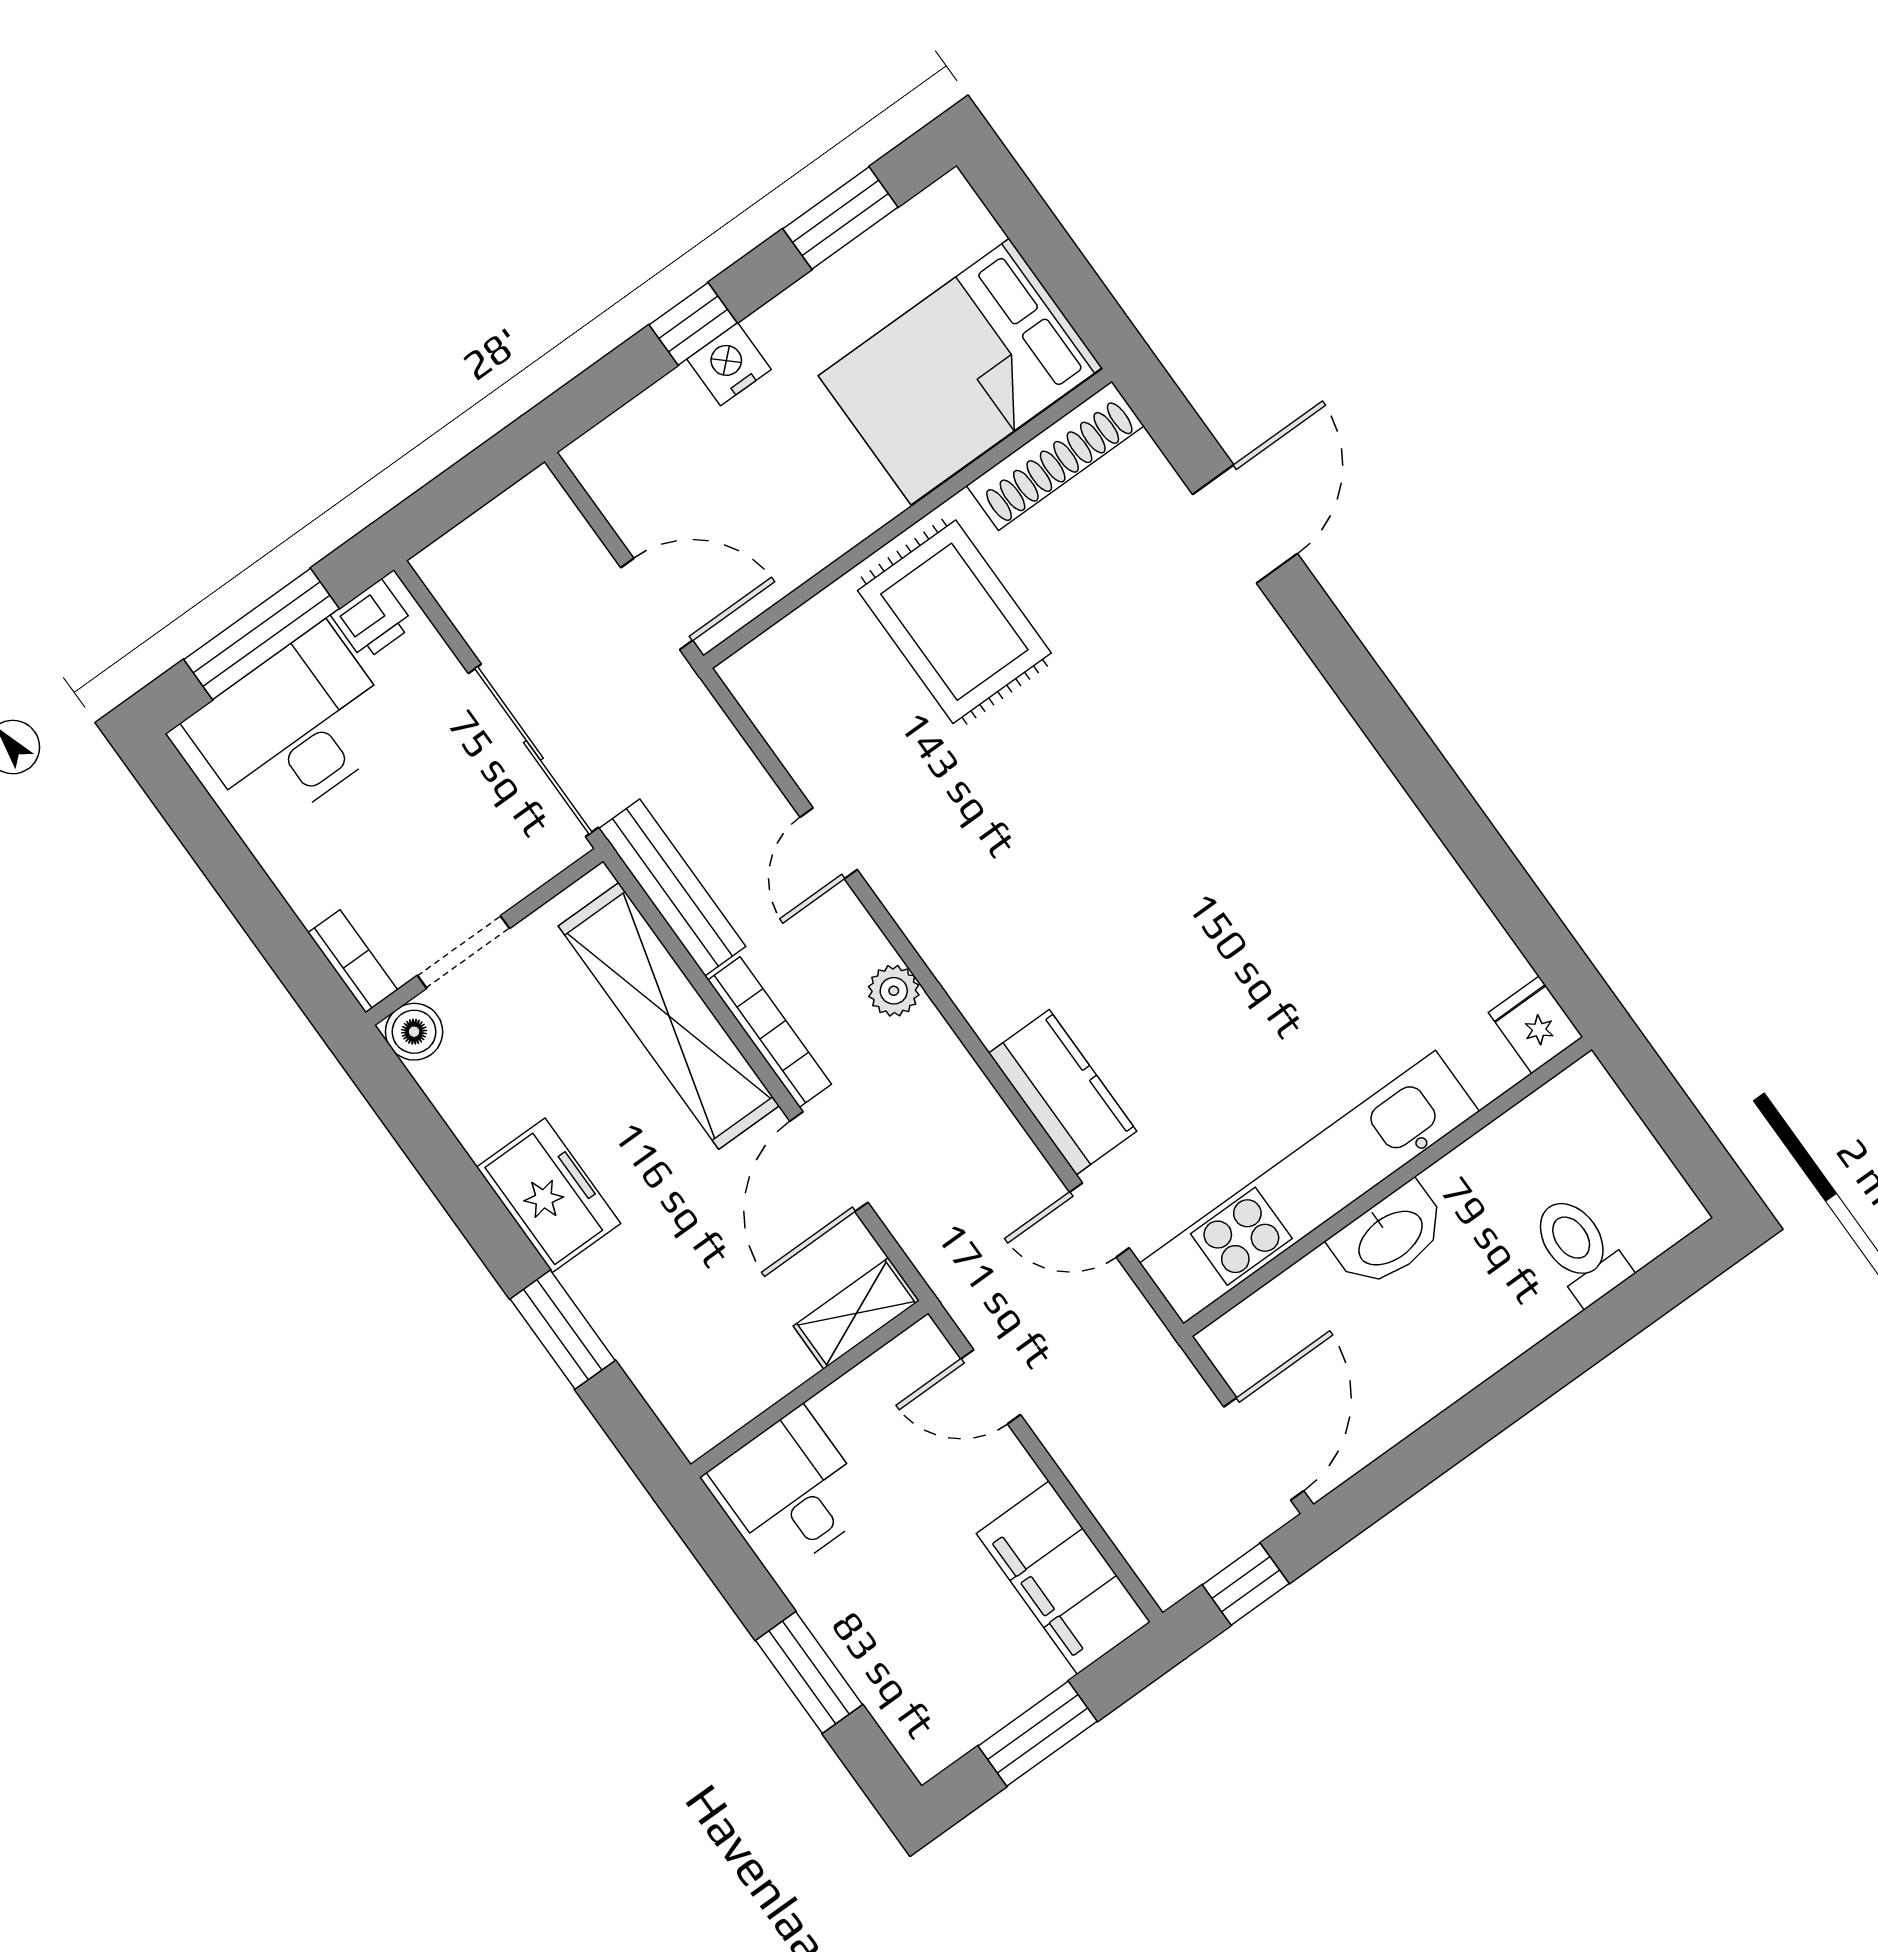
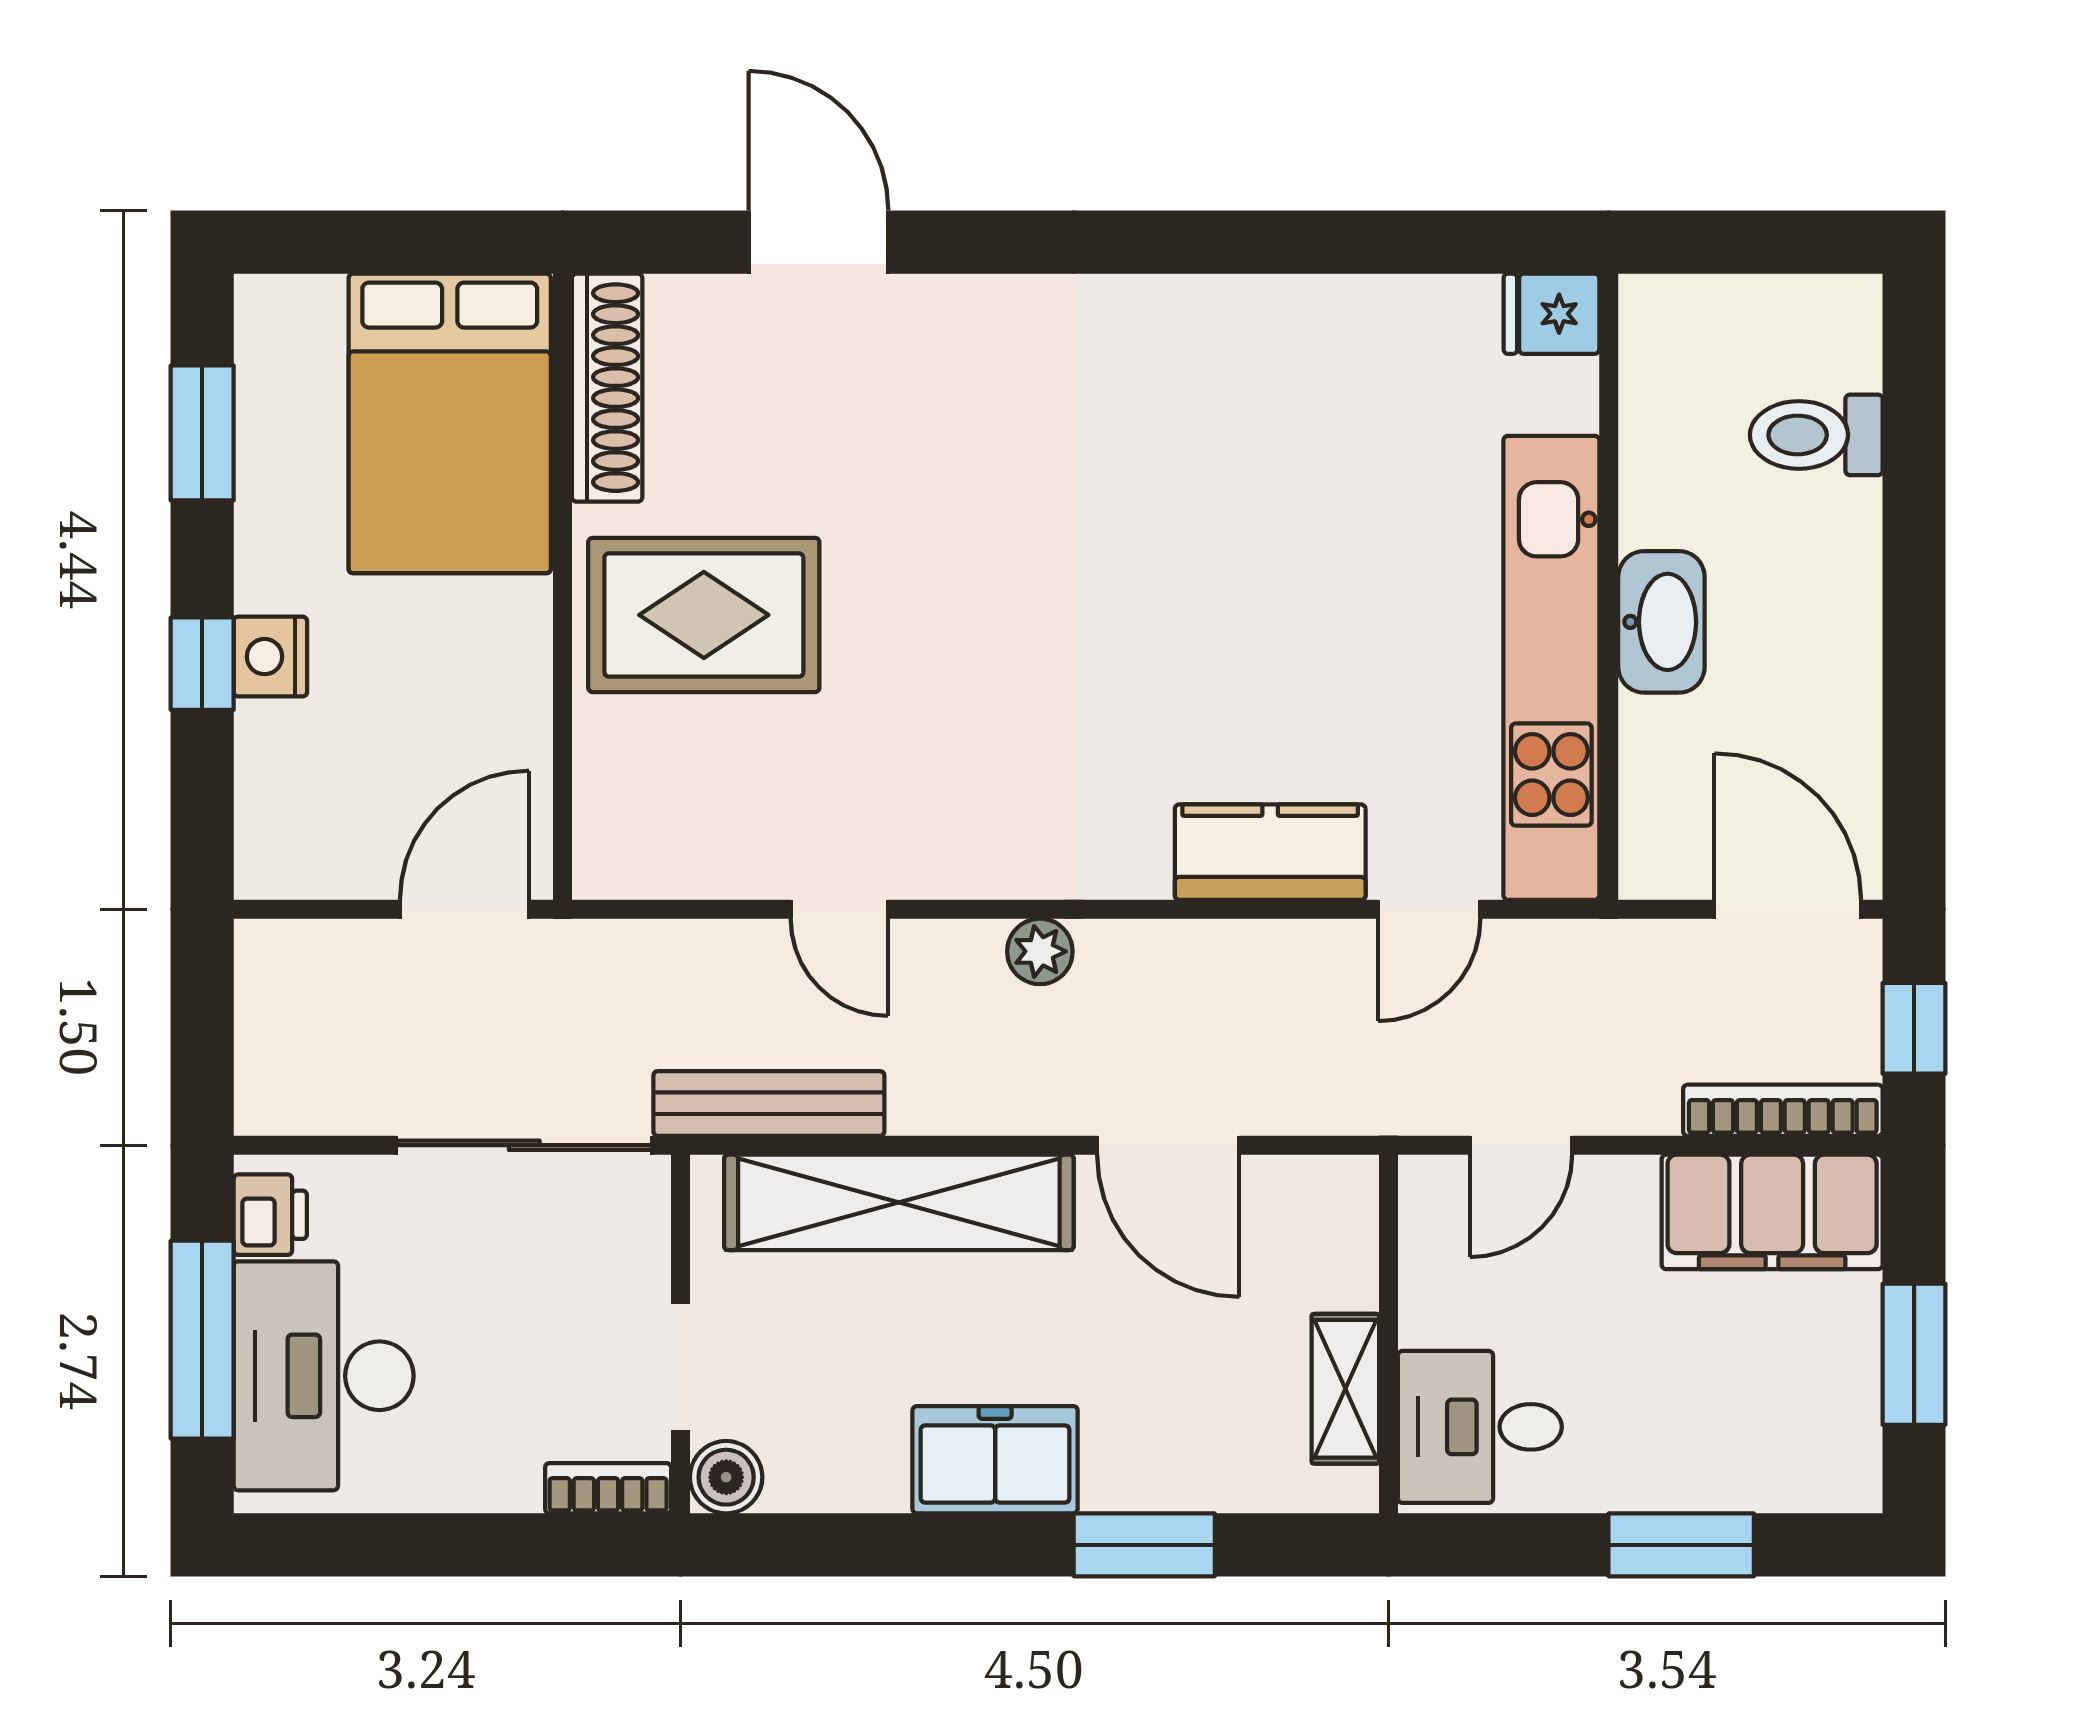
bookcase: (770, 1032) -> (1783, 1110), moved
shelving: (856, 1313) -> (1345, 1389), moved

